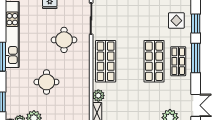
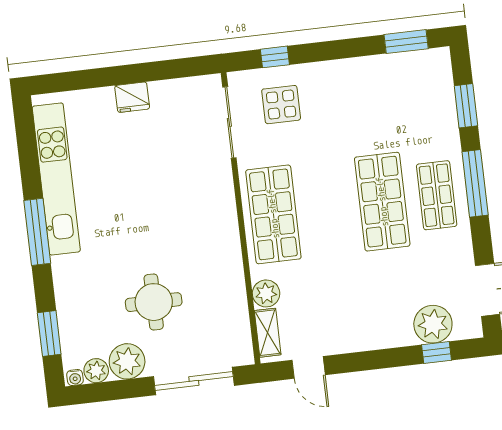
display table: (176, 21) -> (281, 105), moved
round table: (64, 40) -> (174, 177), removed
round table: (46, 82) -> (154, 302), moved

